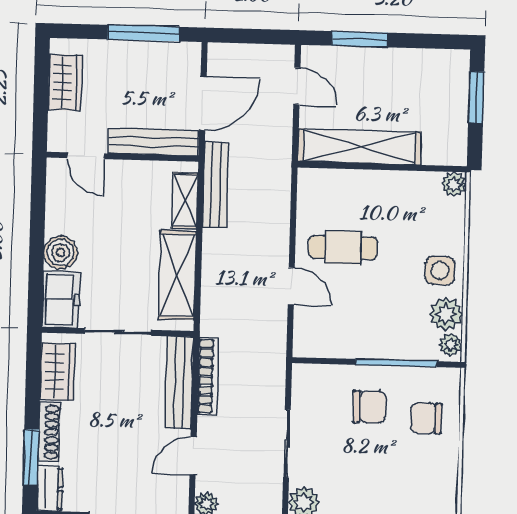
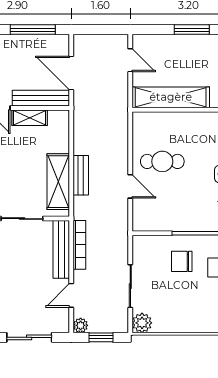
window: (360, 39) -> (192, 30), moved
door: (203, 103) -> (71, 73), swing flipped
bench: (216, 185) -> (81, 175), moved, width x0.73
shelving: (185, 201) -> (30, 118), moved, turned 90
chair: (369, 407) -> (182, 261), turned 180

